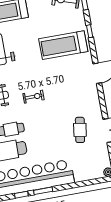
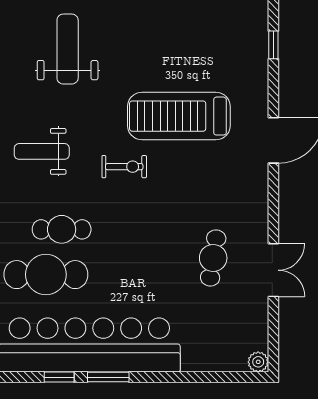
treadmill: (63, 45) -> (179, 116), moved

